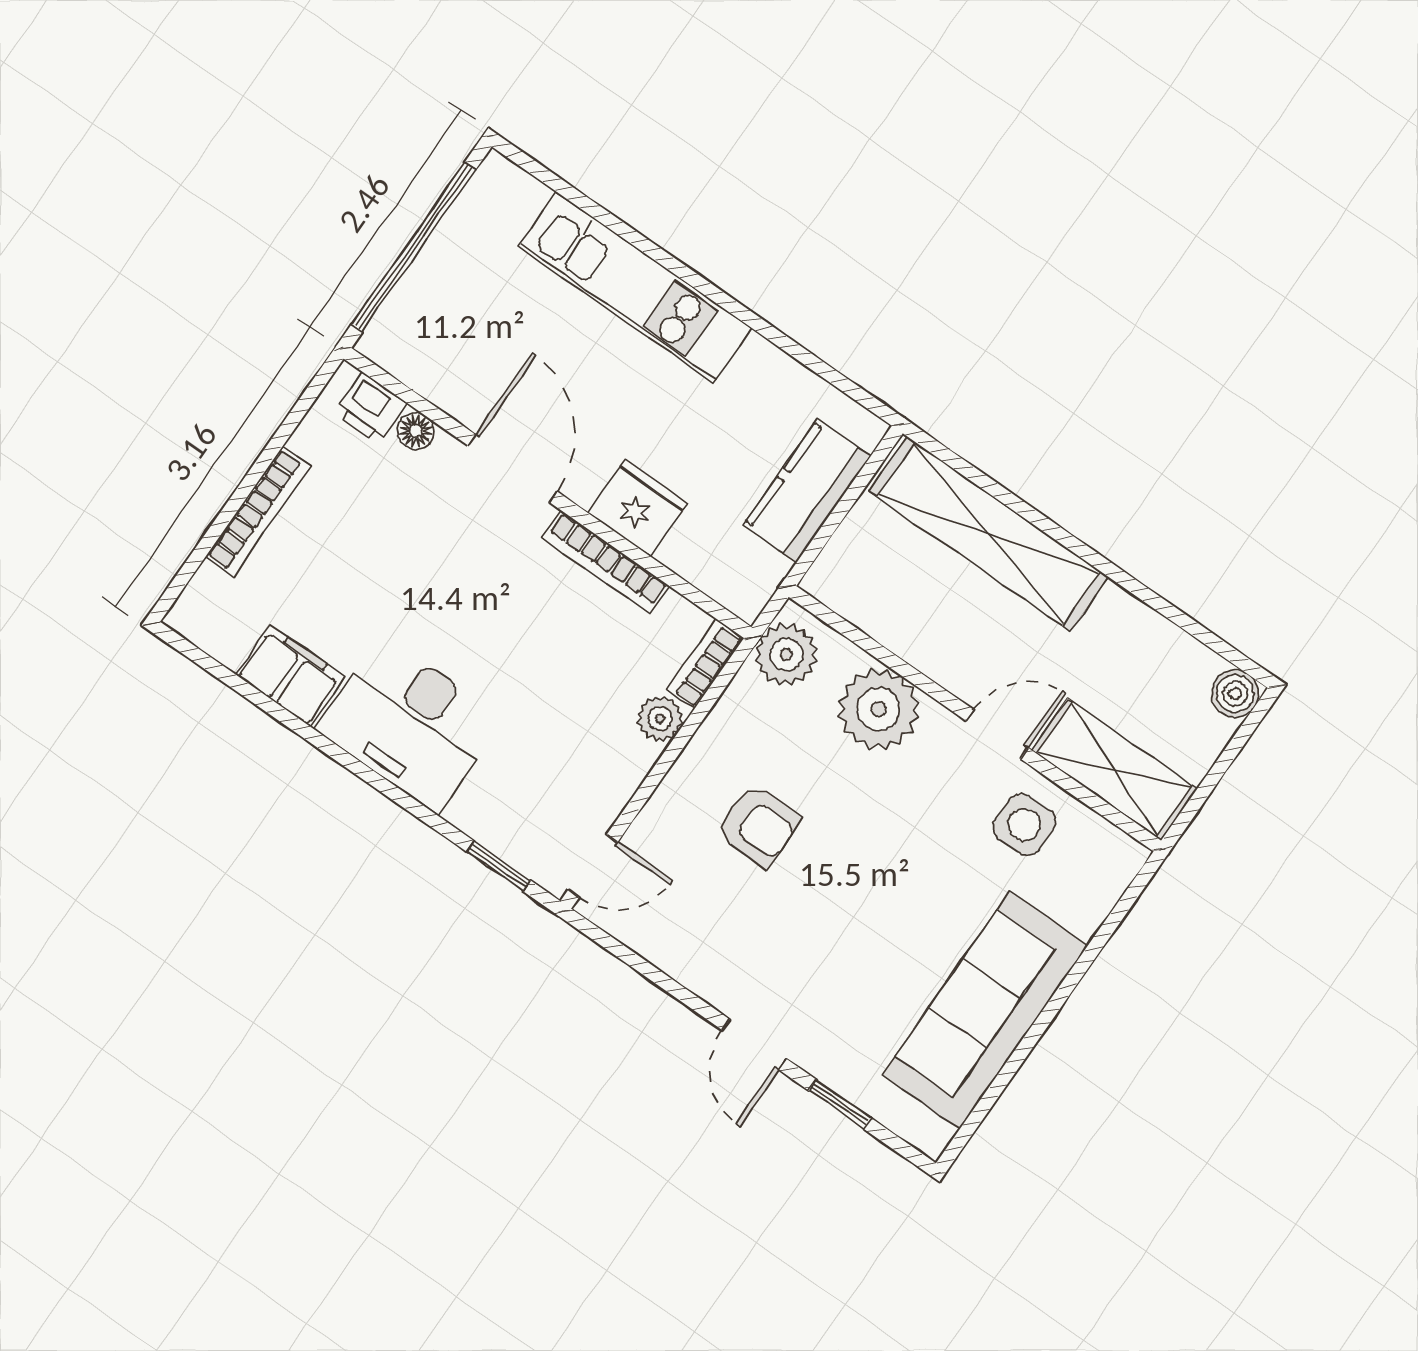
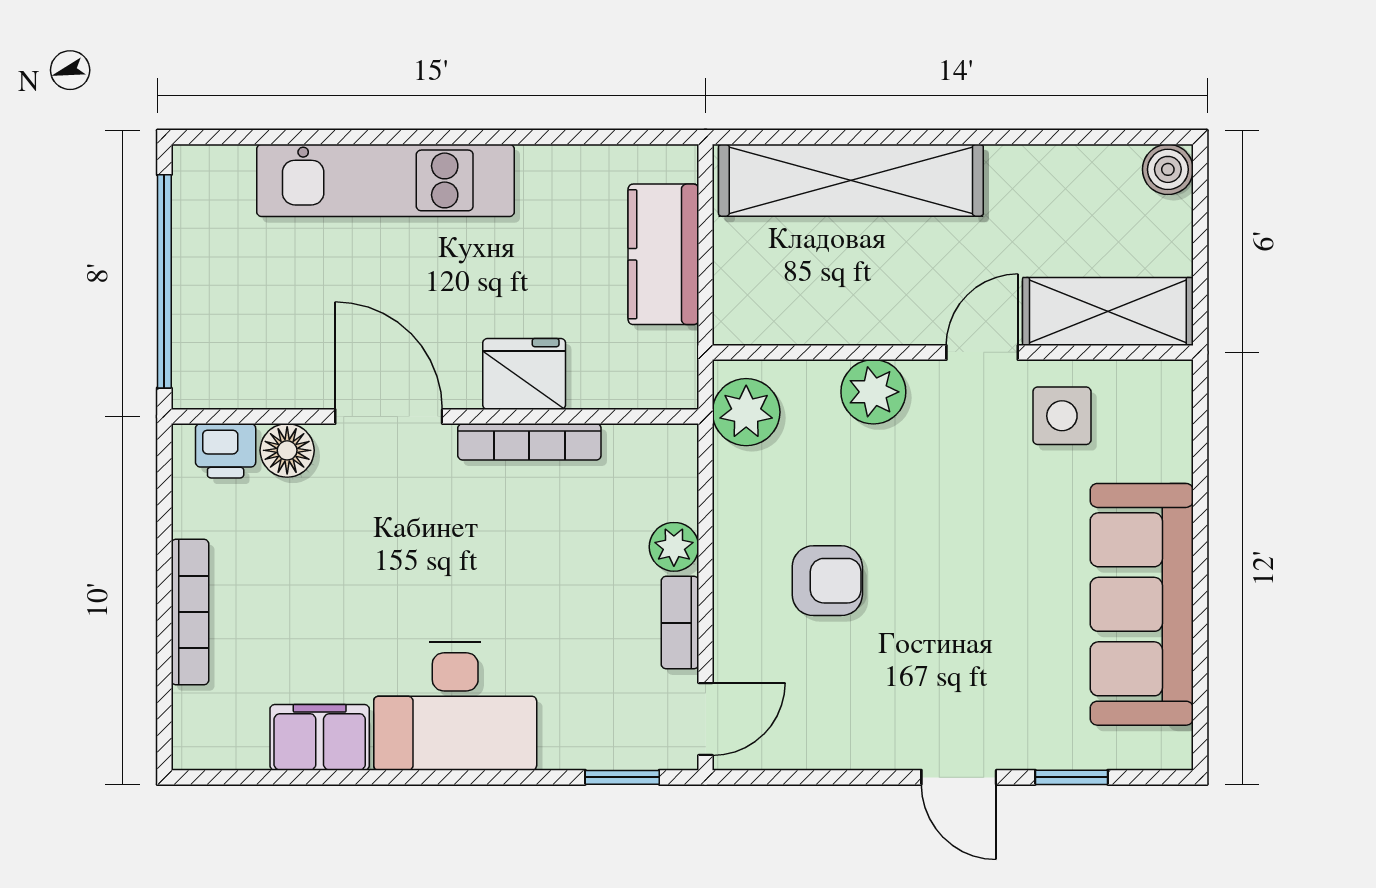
floor lamp: (416, 431) -> (287, 450), width x1.37, depth x1.37
bookcase: (705, 664) -> (680, 623), moved
plant: (879, 709) -> (873, 392), width x0.73, depth x0.73

